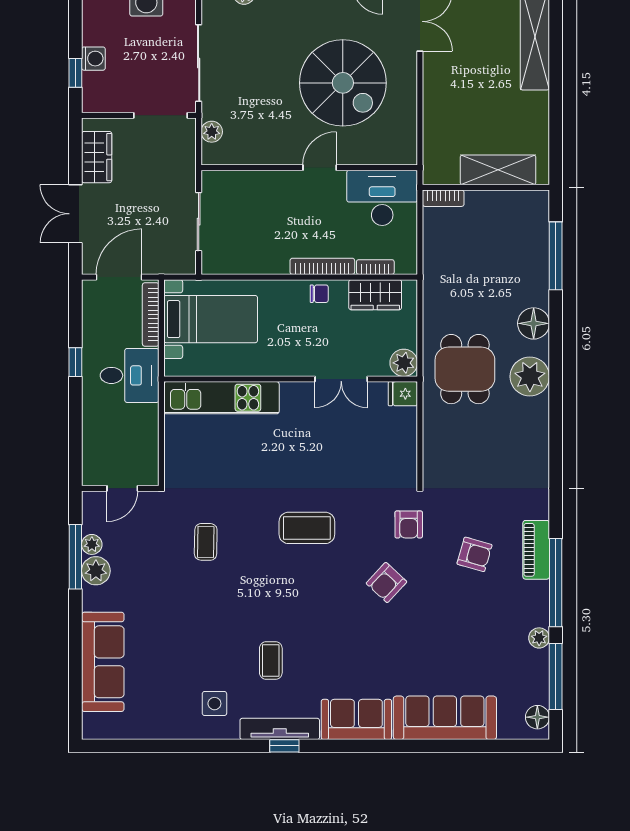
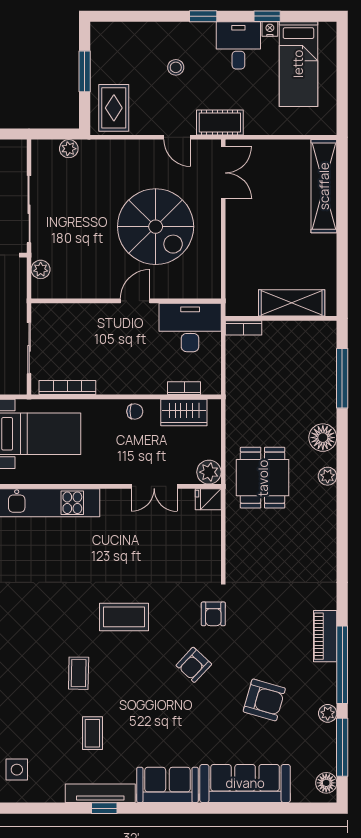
bookcase: (322, 266) -> (67, 387), moved
plant: (530, 377) -> (328, 476), width x0.53, depth x0.53
coffee table: (206, 542) -> (79, 673), moved
armchair: (474, 554) -> (264, 700), moved, width x1.38, depth x1.38
side table: (214, 704) -> (17, 770), moved

